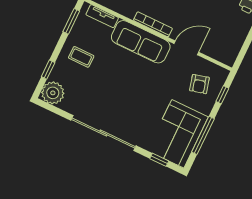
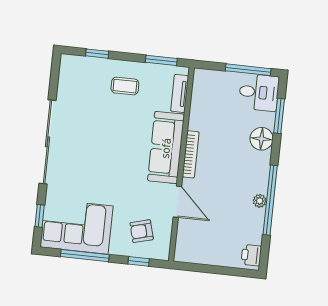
coffee table: (81, 57) -> (125, 86), turned 90
plant: (53, 93) -> (73, 68), removed

